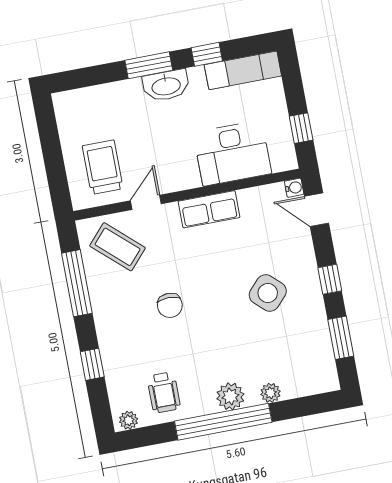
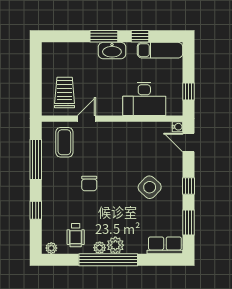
row of seats: (209, 209) -> (165, 245), moved, turned 180
coffee table: (118, 247) -> (64, 142), turned 48
plant: (270, 393) -> (100, 248), moved

